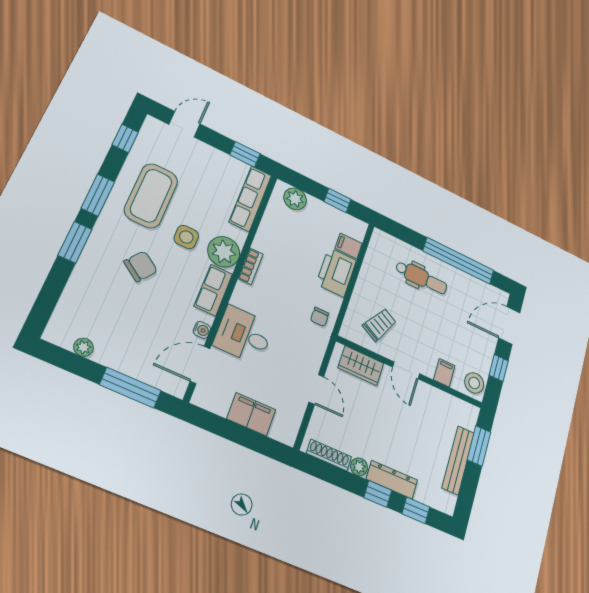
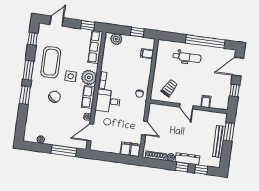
printer: (336, 272) -> (143, 69), removed
desk: (244, 335) -> (108, 101), moved
wardrobe: (361, 366) -> (164, 111), removed
stool: (474, 383) -> (222, 102), removed
filing cabinet: (251, 414) -> (130, 149), moved

